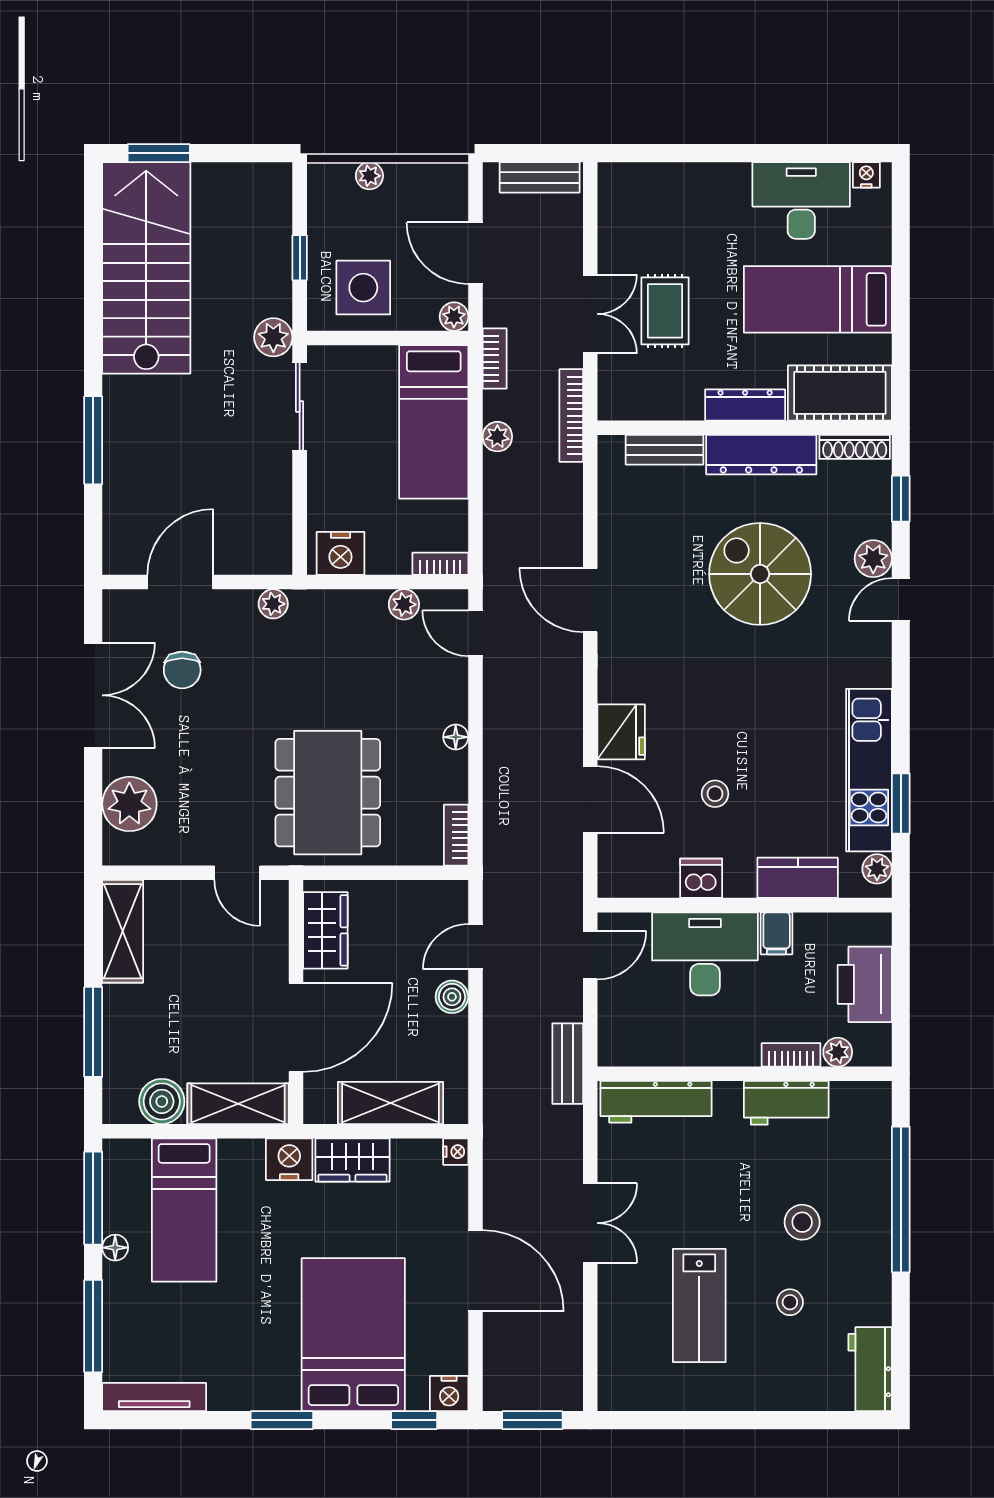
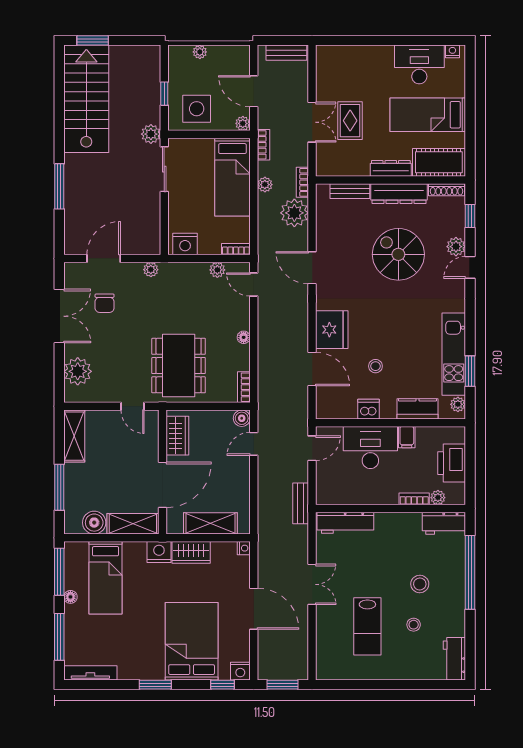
bookcase: (571, 416) -> (302, 182), width x0.64
plant: (555, 492) -> (294, 213), added
fridge: (621, 732) -> (332, 330), width x1.36, depth x1.34
boiler: (452, 997) -> (242, 418), moved
workbench: (786, 1103) -> (444, 523), moved

